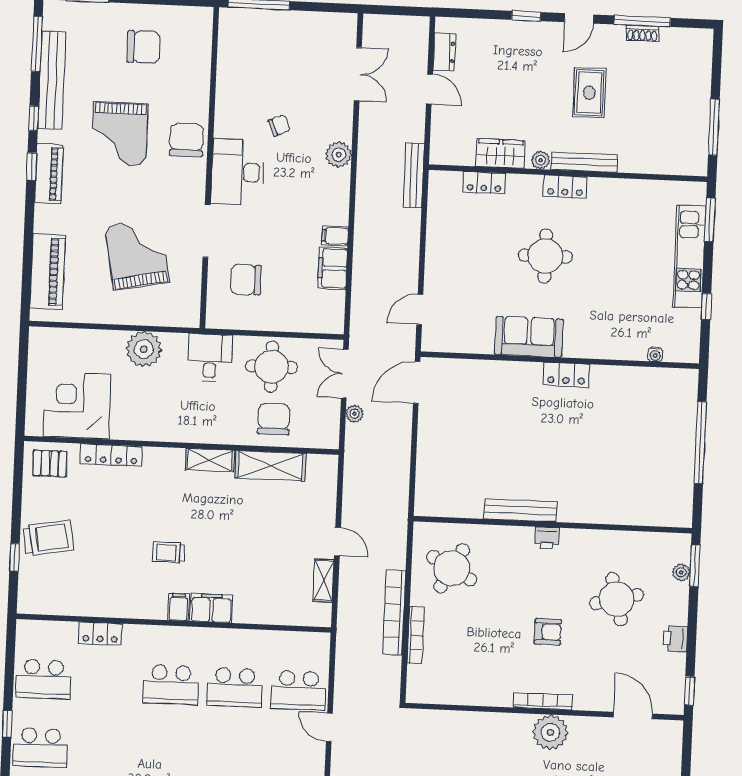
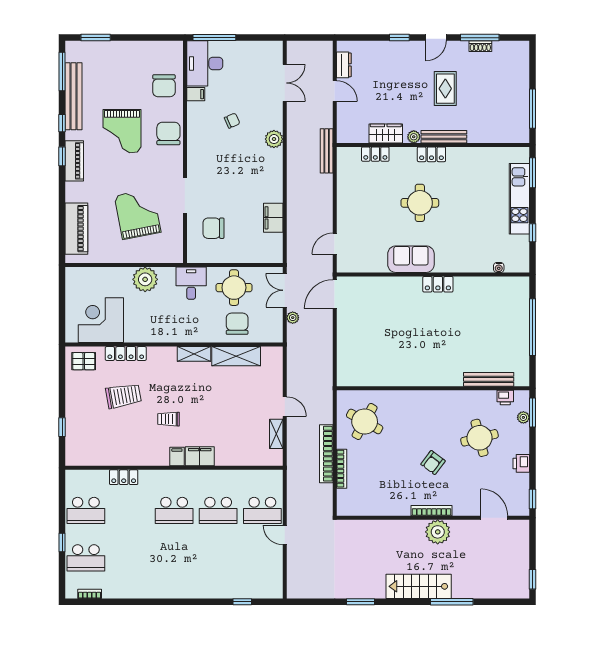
chair: (144, 47) -> (164, 86), moved, turned 90
desk: (238, 172) -> (205, 63), moved
filing cabinet: (335, 236) -> (196, 94), moved, turned 180
bench: (520, 510) -> (489, 379), moved
trolley: (48, 538) -> (123, 396), moved
printer: (547, 538) -> (505, 398), moved
armchair: (548, 632) -> (433, 463), turned 127

